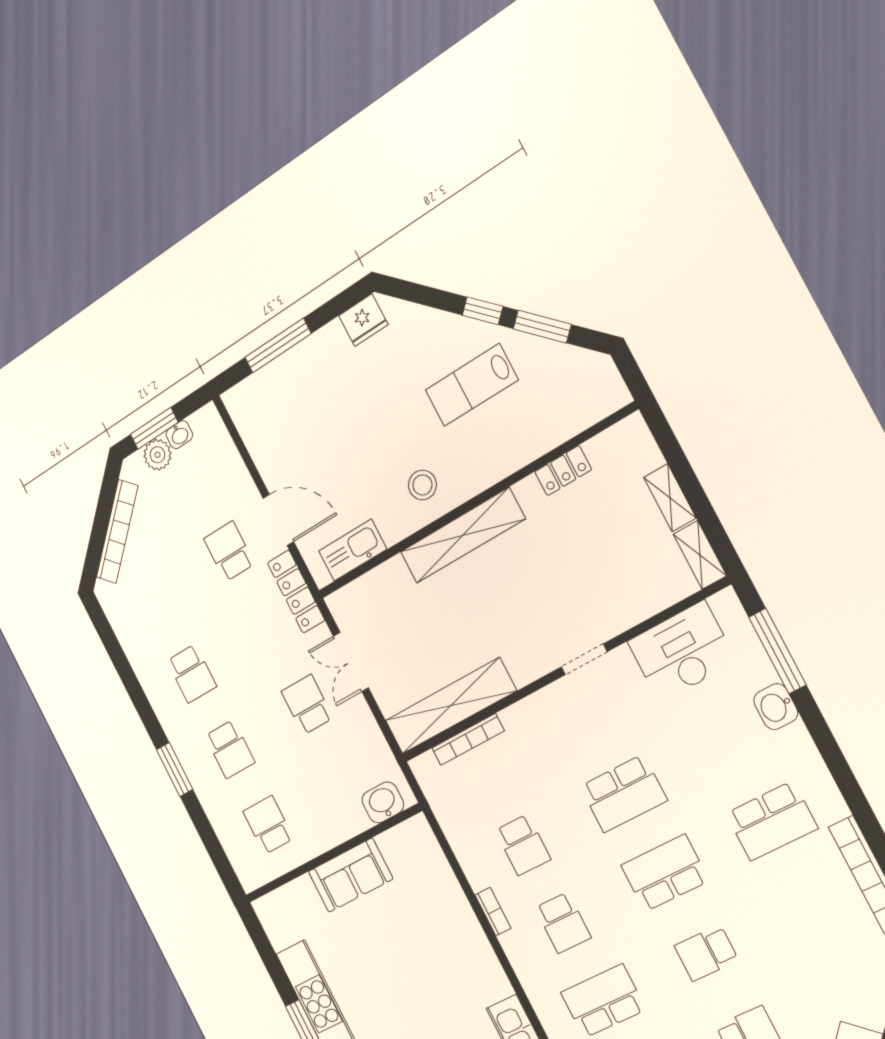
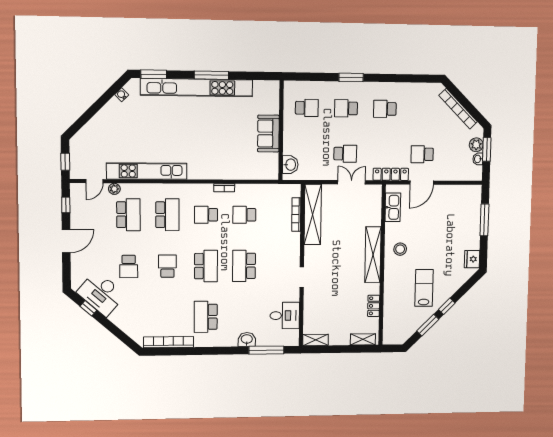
shelving: (670, 498) -> (363, 339), moved
school desk: (229, 551) -> (422, 154), turned 180
desk: (682, 652) -> (285, 316), width x0.73

